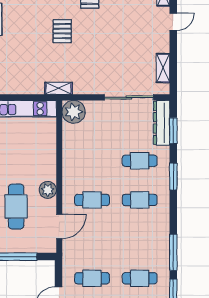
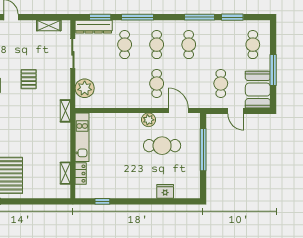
pallet: (62, 31) -> (29, 79), moved, turned 90
sliding door: (129, 97) -> (73, 53), width x0.73
plant: (74, 112) -> (85, 88), moved
window: (173, 177) -> (138, 17), width x1.44
cafe table: (140, 278) -> (189, 45), moved

